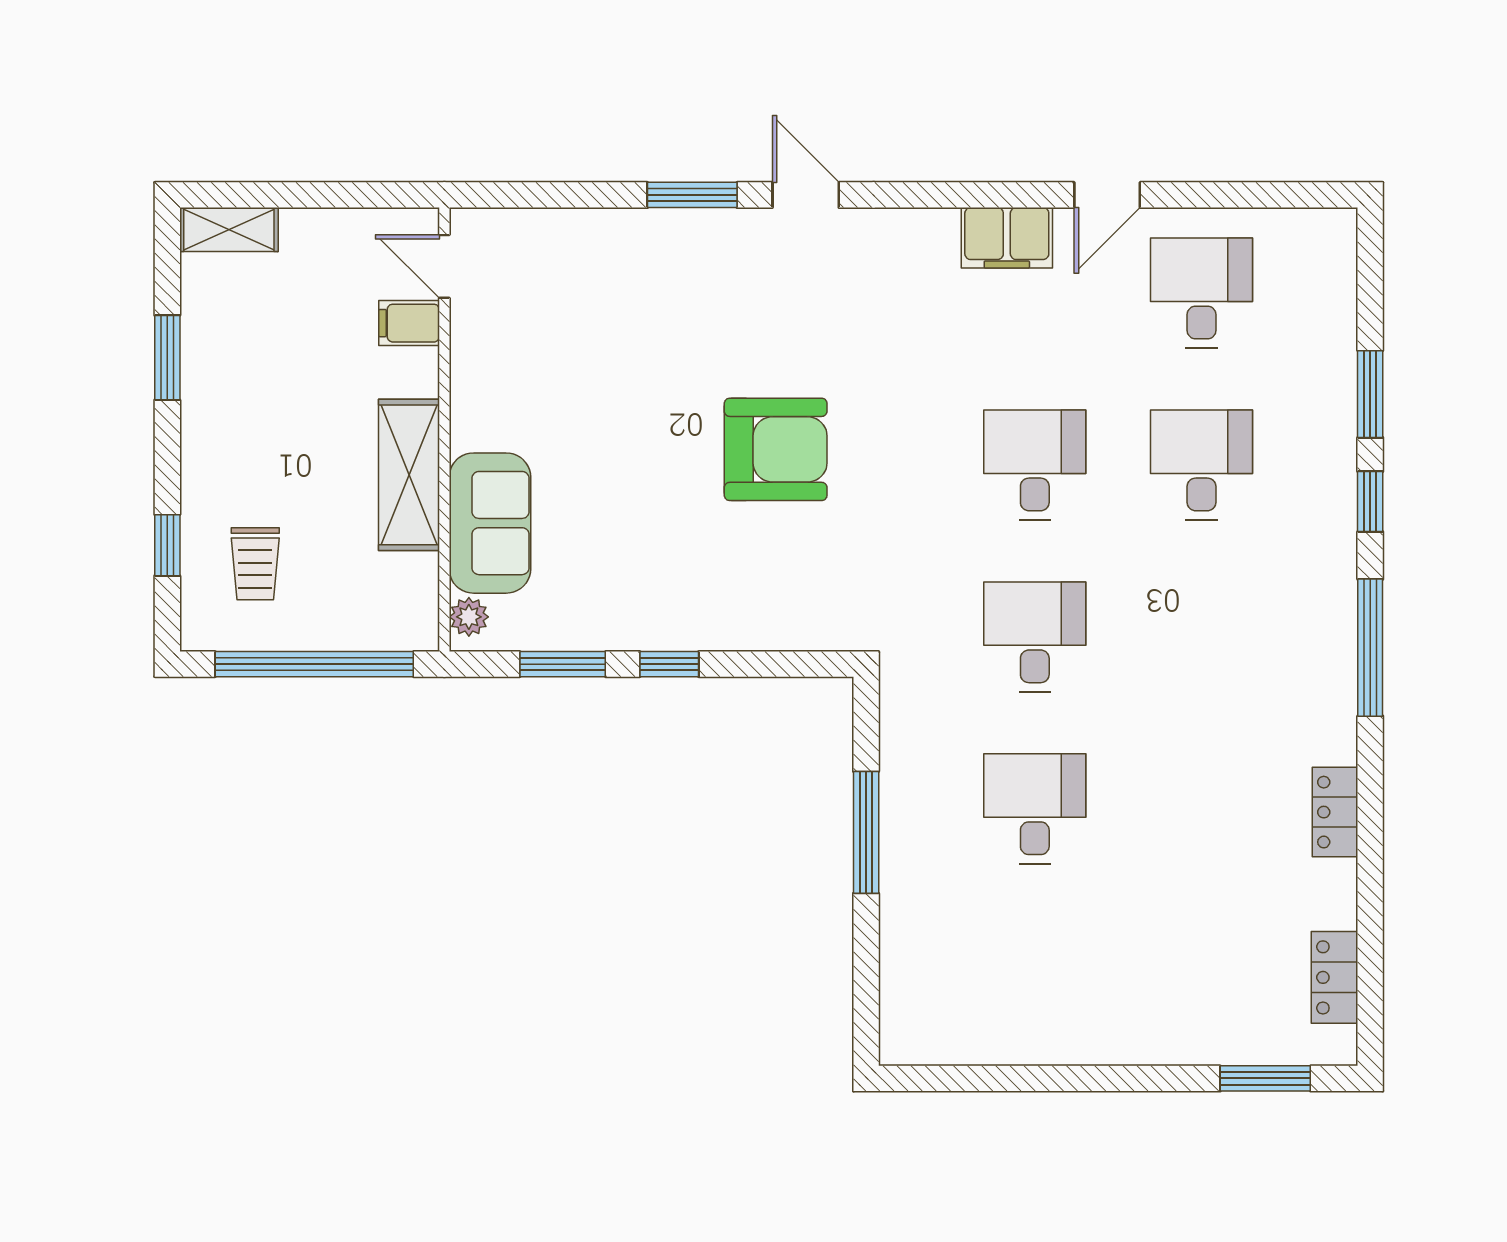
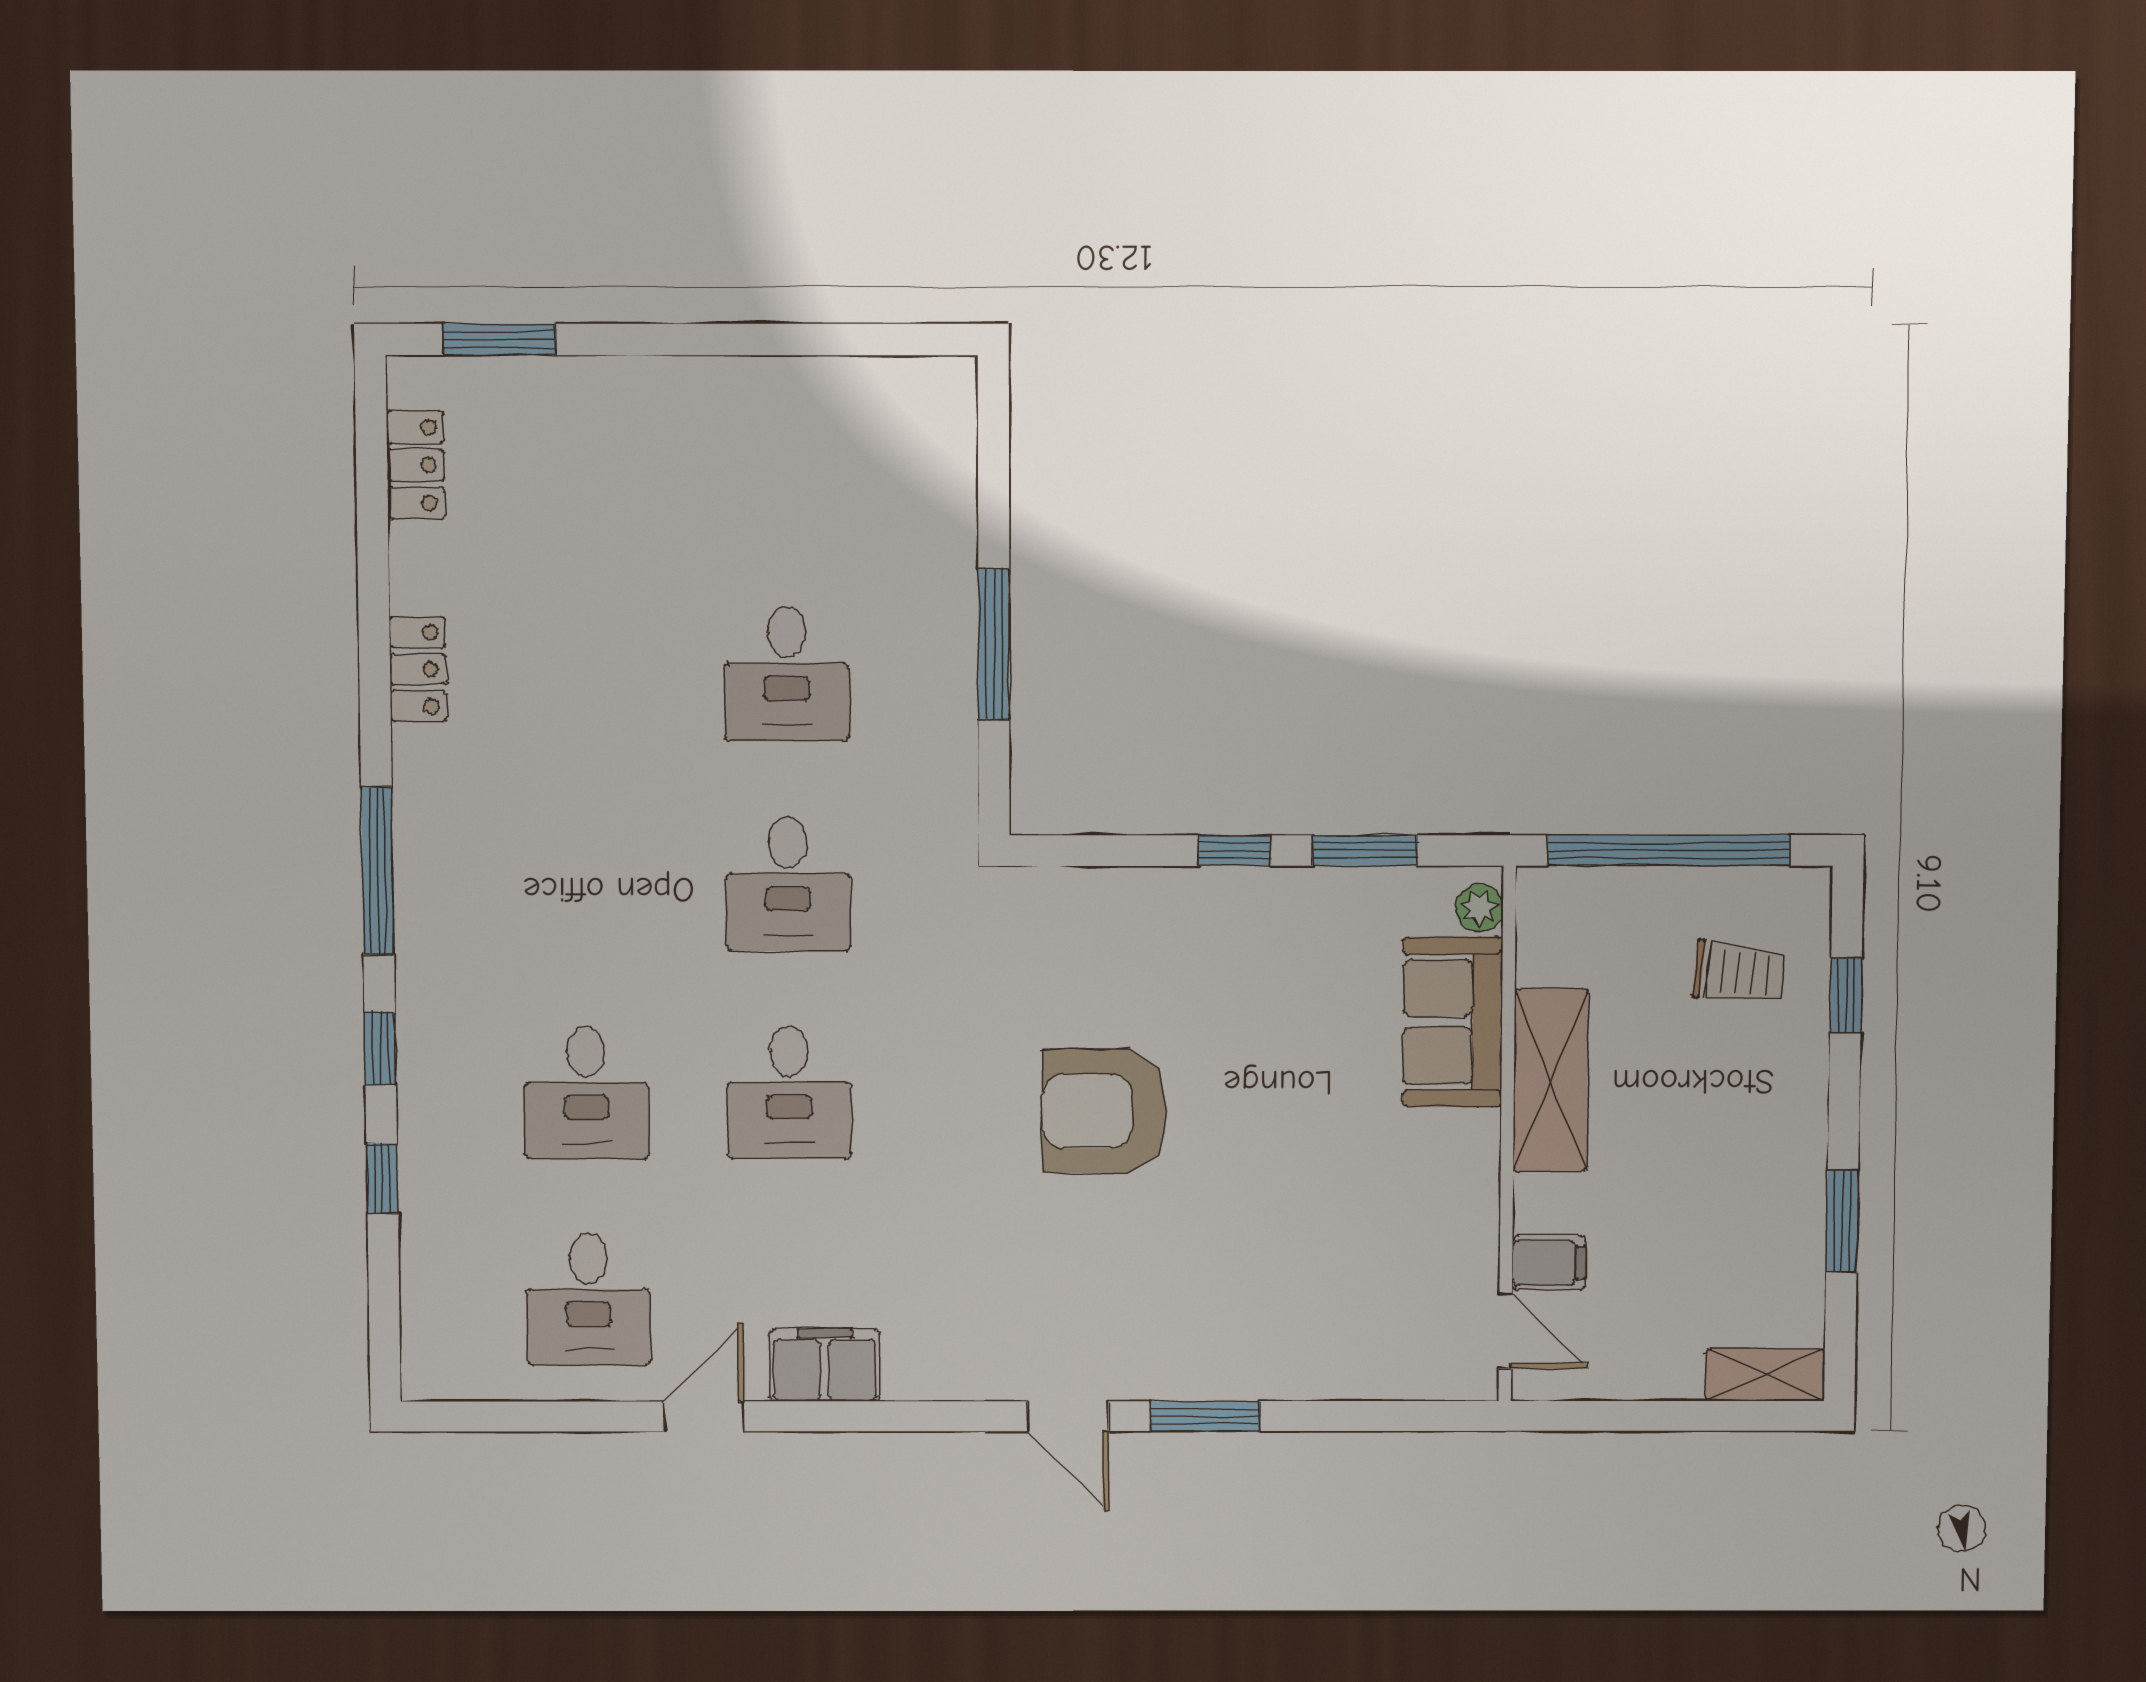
window: (1370, 394) -> (382, 1178), width x0.67
trolley: (255, 564) -> (1739, 972), turned 96

